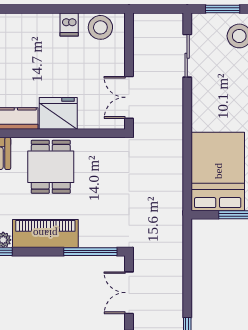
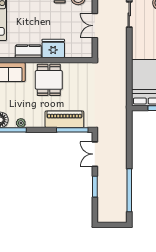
double door: (129, 97) -> (95, 26), moved
piano: (45, 234) -> (64, 119), moved

